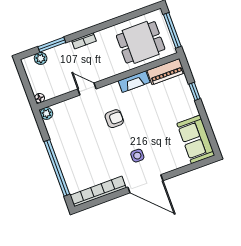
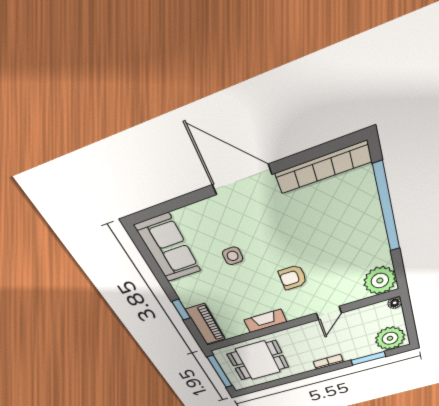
plant: (41, 58) -> (390, 338), width x1.87, depth x1.87
piano: (166, 72) -> (206, 324), moved, turned 90
door: (87, 89) -> (329, 313), hinge flipped
plant: (46, 113) -> (380, 281), width x1.87, depth x1.87
side table: (137, 156) -> (233, 256), moved

